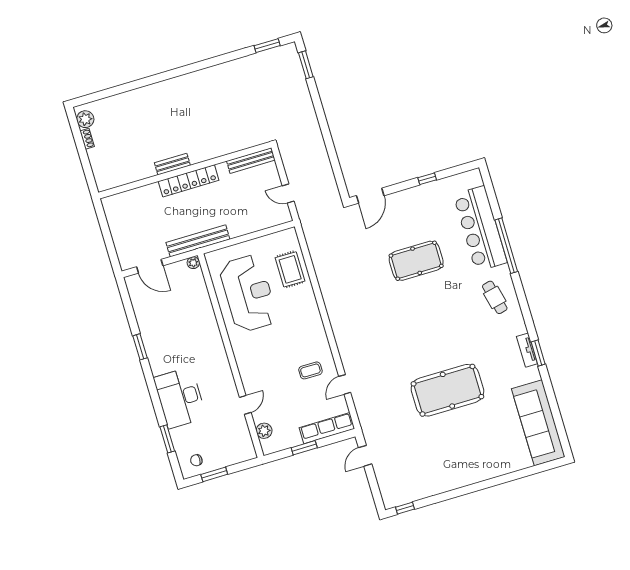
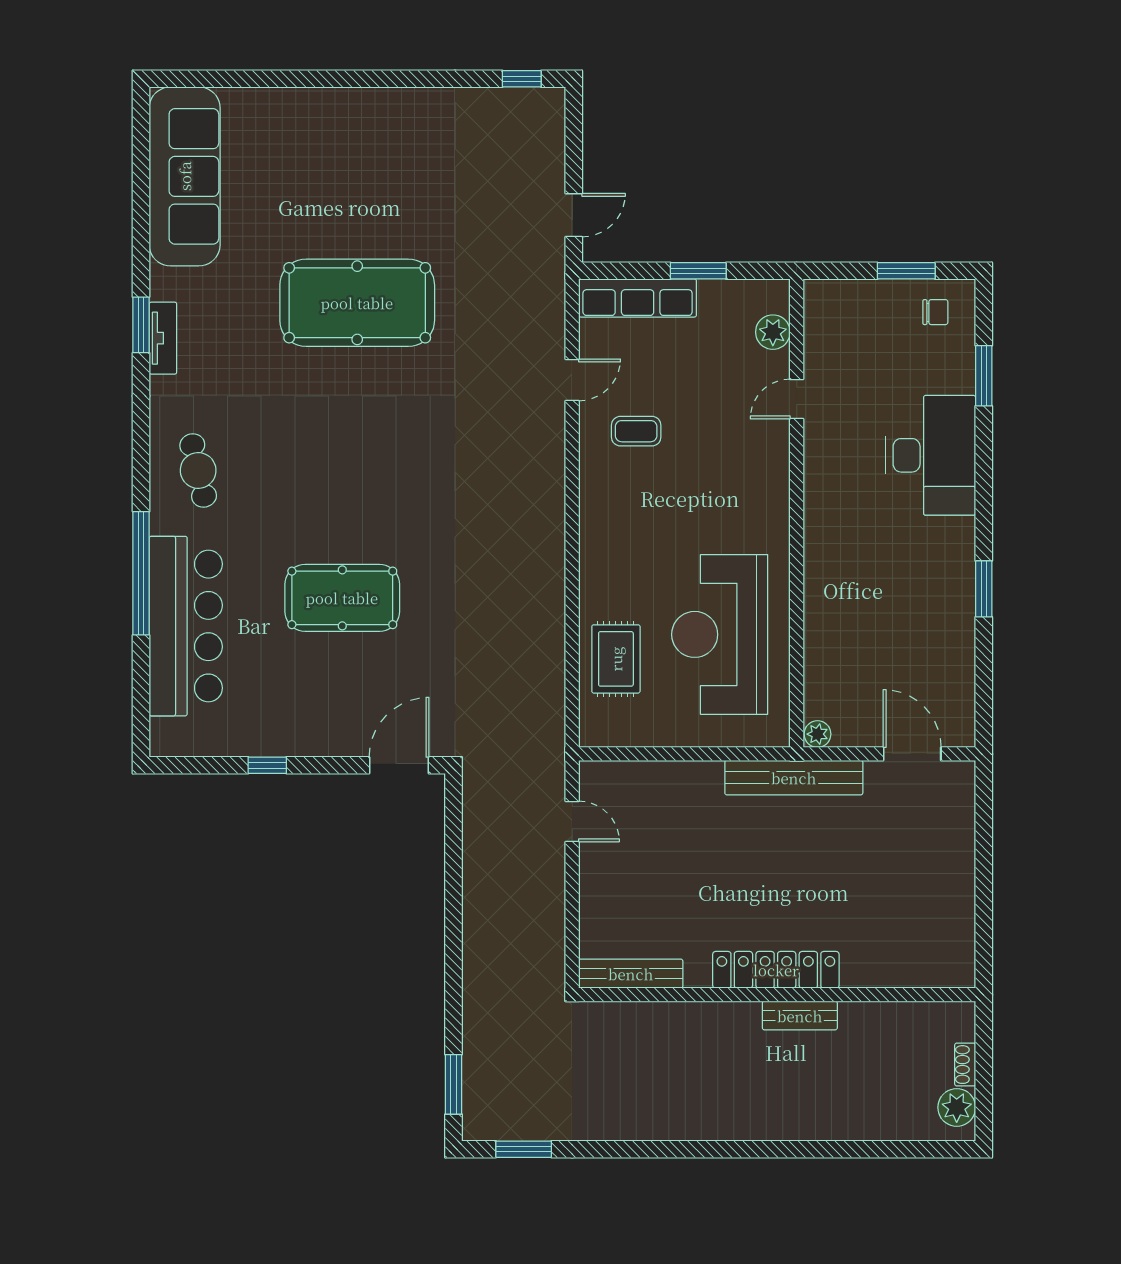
bench: (251, 161) -> (631, 974), moved
bench: (172, 164) -> (800, 1016), moved
wall: (185, 170) -> (777, 995), moved
locker: (189, 181) -> (776, 970), moved

